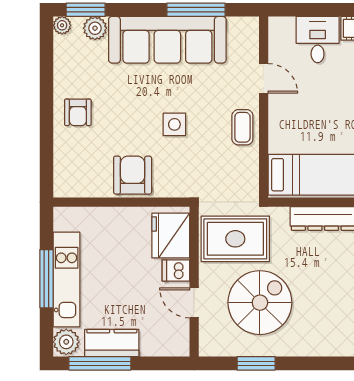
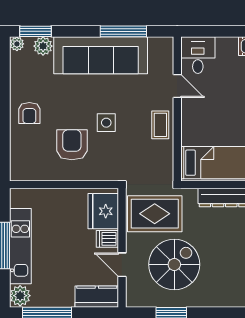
desk: (318, 40) -> (198, 55), moved
armchair: (133, 175) -> (72, 145), moved
kitchen counter: (112, 343) -> (97, 297), moved

